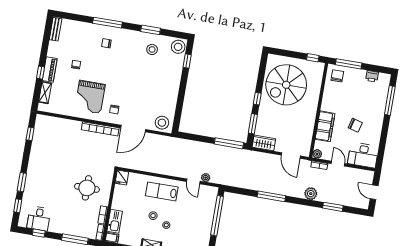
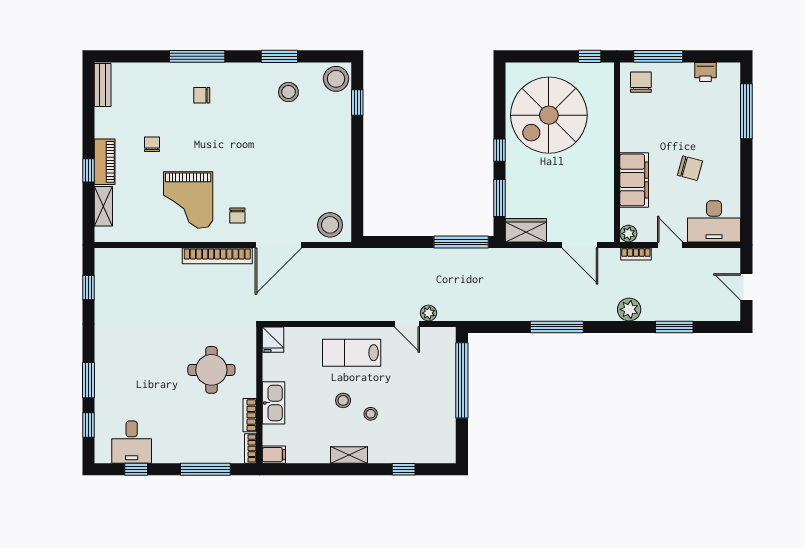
kitchen sink: (115, 221) -> (274, 403), moved

